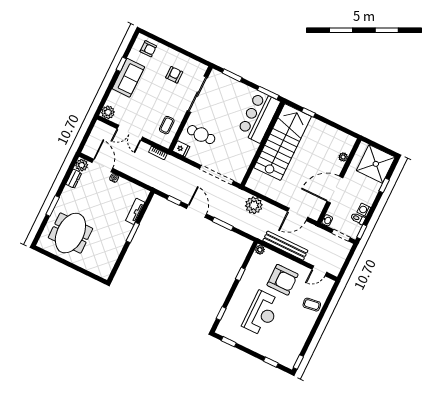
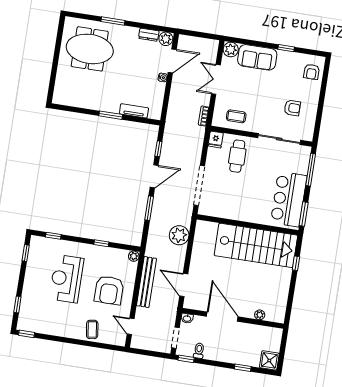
window: (232, 75) -> (311, 170), width x1.44
sofa: (128, 78) -> (257, 57), moved
bar counter: (259, 117) -> (289, 199), moved, turned -90
shower: (376, 164) -> (269, 360), width x0.54, depth x0.54
washing machine: (364, 210) -> (210, 354), removed
reception desk: (262, 313) -> (66, 279), turned 90

